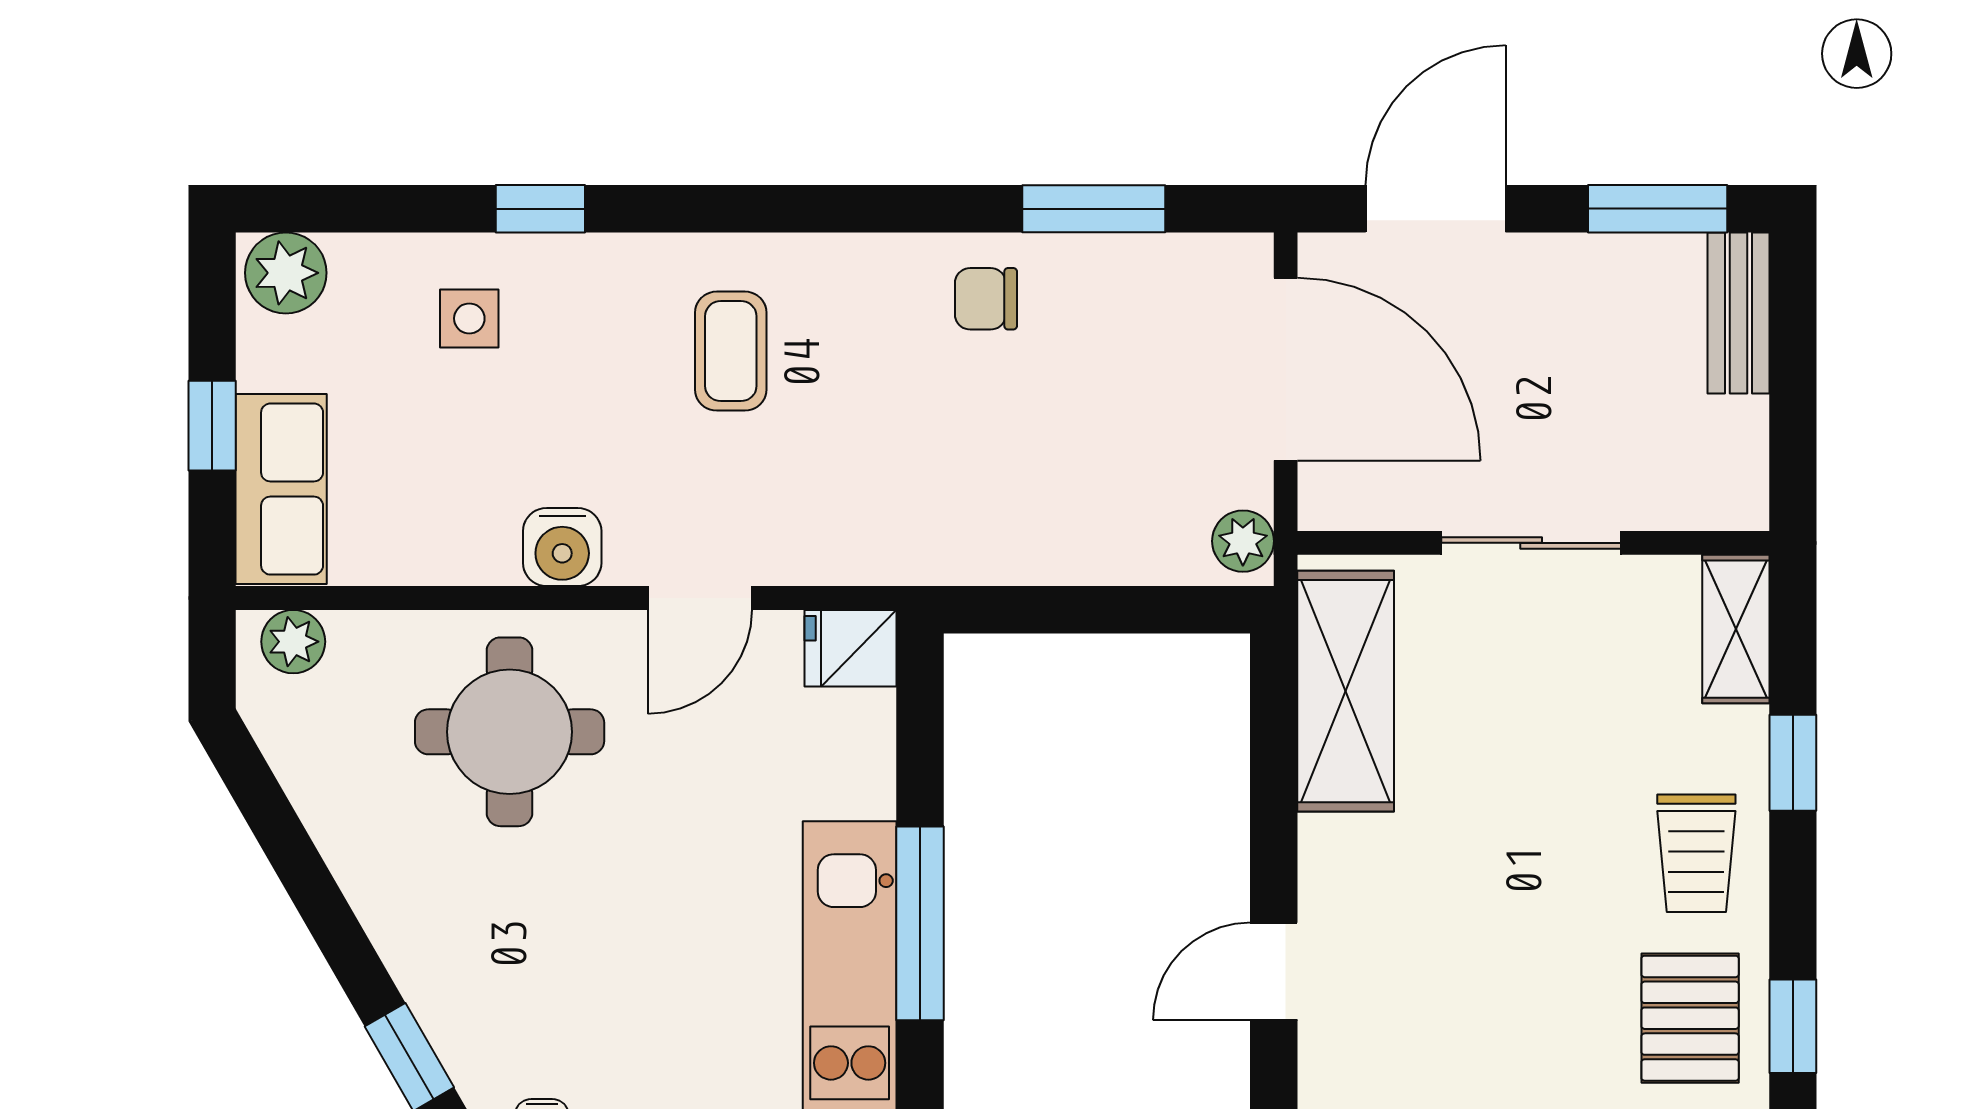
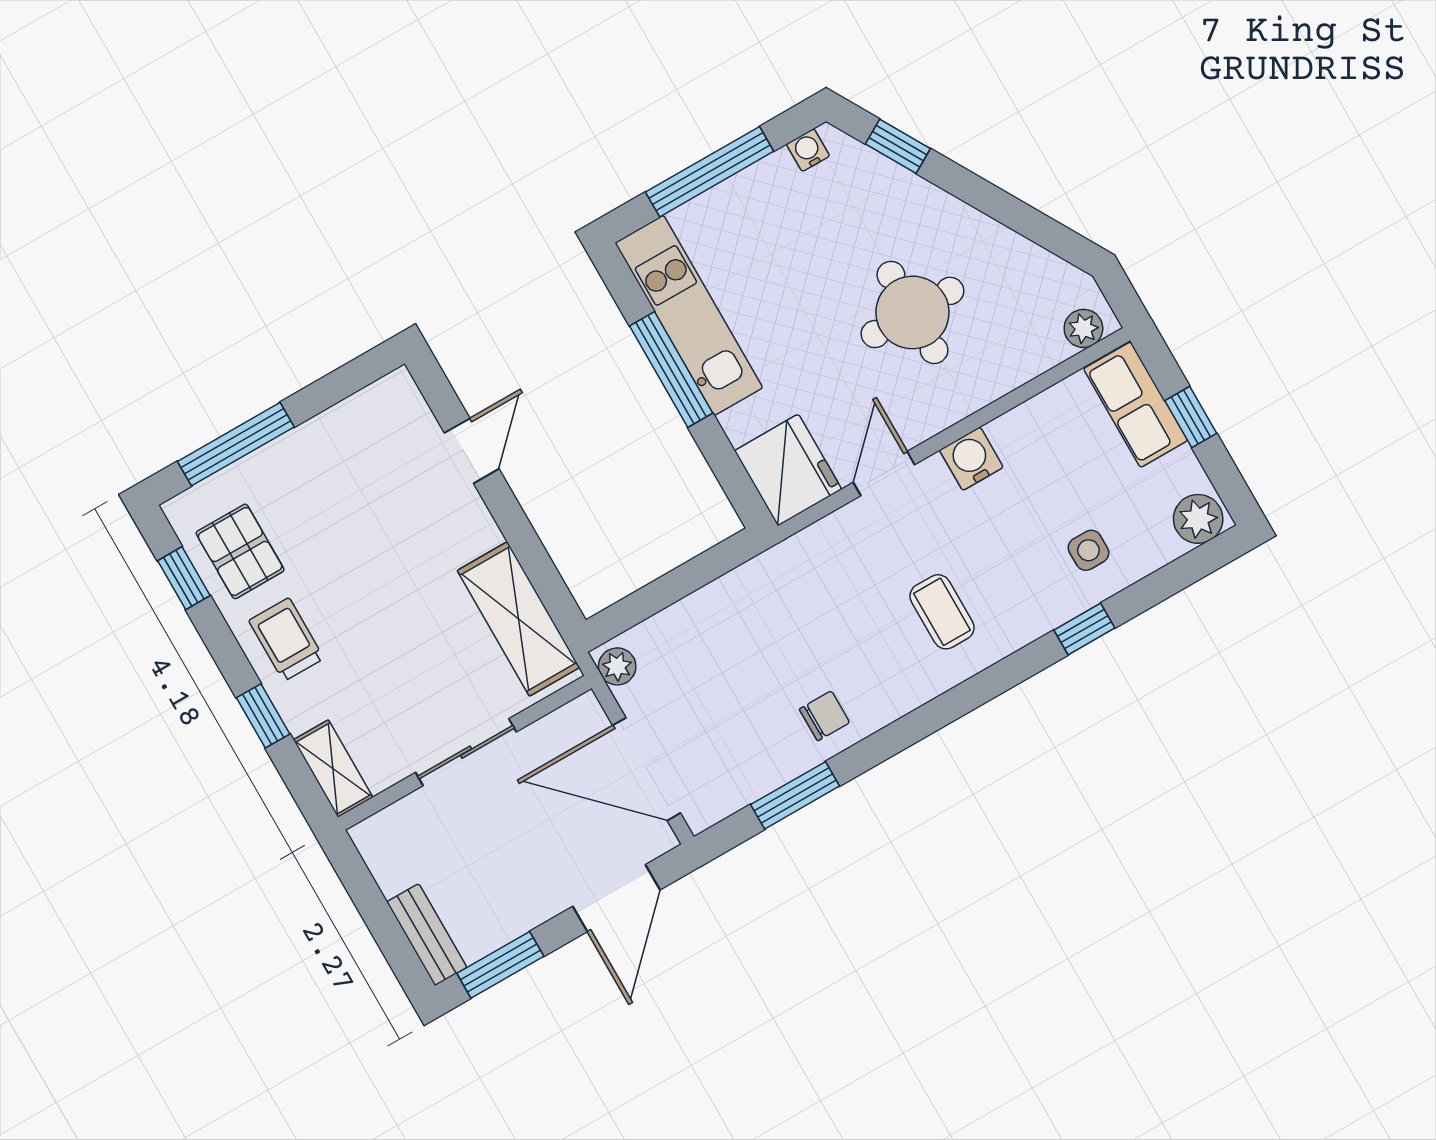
fridge: (850, 648) -> (788, 470), width x1.88, depth x1.34
round table: (510, 732) -> (912, 312), moved

